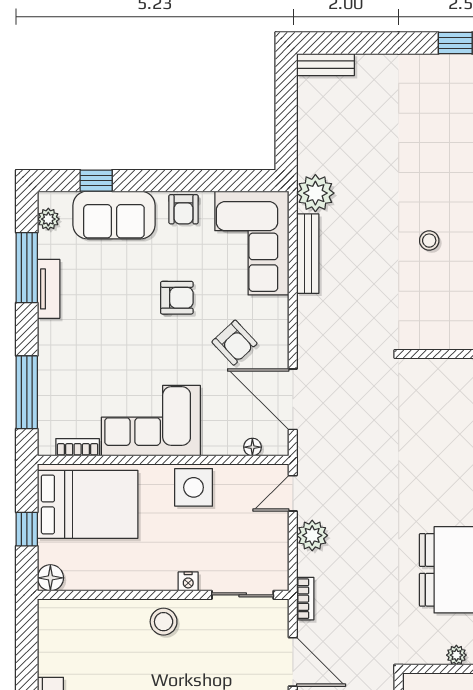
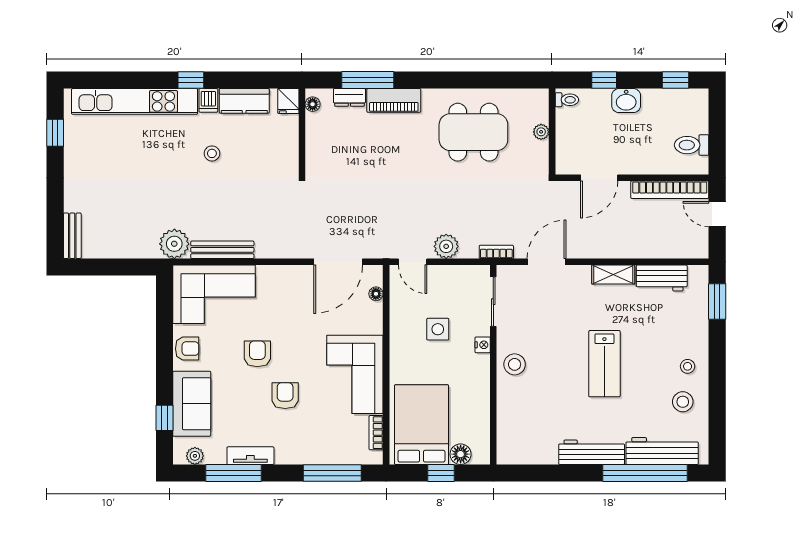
armchair: (234, 343) -> (285, 396), moved, turned -47
side table: (194, 487) -> (438, 329), moved, width x0.73, depth x0.73
floor lamp: (50, 578) -> (461, 454), moved

